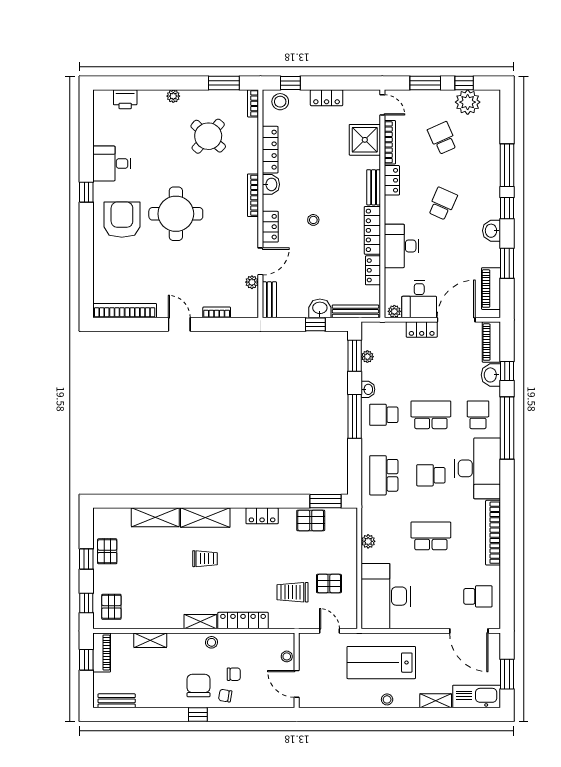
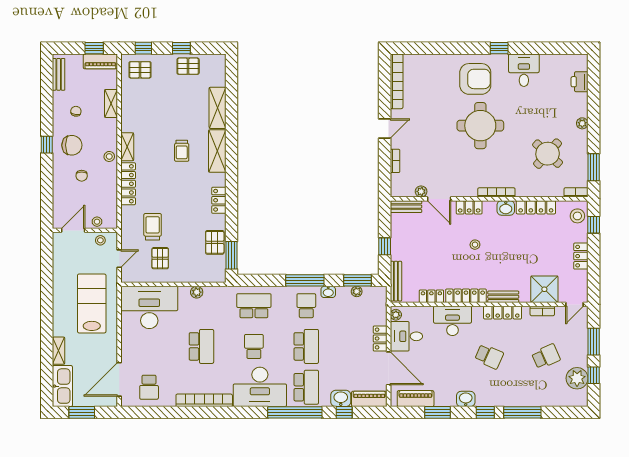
bookcase: (390, 142) -> (542, 311), width x0.64
locker: (392, 180) -> (503, 313), width x1.53
washbasin: (320, 308) -> (398, 250), removed
school desk: (478, 415) -> (306, 387), width x1.85
chair: (225, 696) -> (76, 111), moved
stool: (387, 699) -> (100, 240), moved

